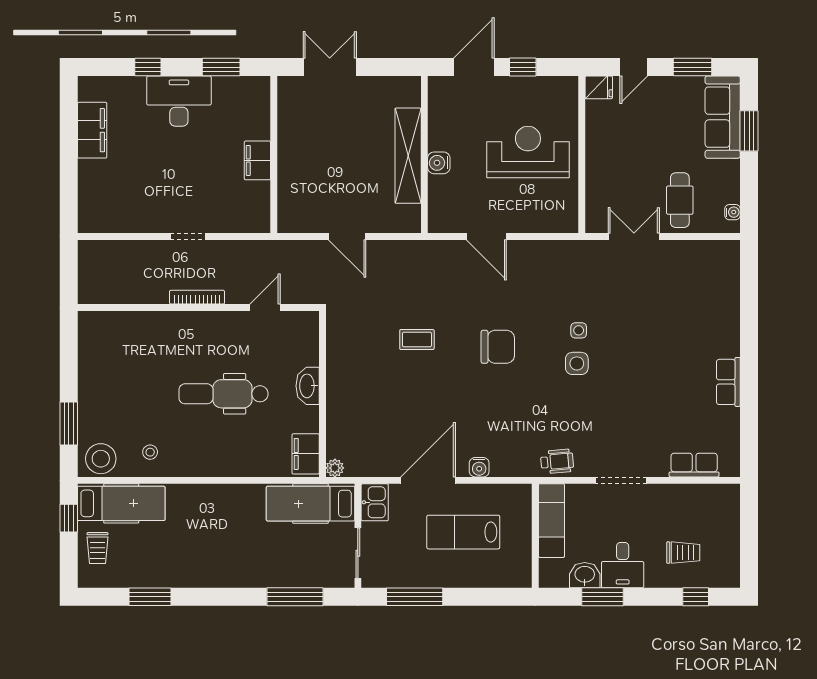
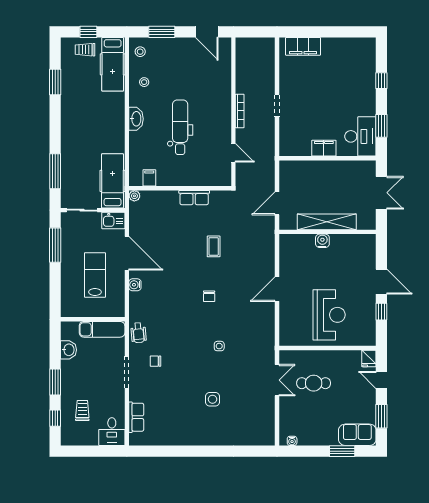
desk: (179, 101) -> (360, 136), moved
sofa: (723, 117) -> (357, 435), width x0.73
filing cabinet: (92, 130) -> (303, 46), moved
wall: (424, 155) -> (328, 232), moved
shelving: (408, 156) -> (327, 222), moved
water cooler: (439, 163) -> (322, 241), moved
cafe table: (680, 200) -> (314, 383), moved
chair: (498, 347) -> (209, 296), width x0.54, depth x0.54
door: (69, 351) -> (207, 32), added
side table: (577, 363) -> (213, 399), moved
row of seats: (728, 382) -> (194, 198), moved, turned 180
washbasin: (308, 386) -> (136, 119), moved, turned 90
chair: (603, 434) -> (155, 361), added
filing cabinet: (306, 454) -> (149, 178), width x0.50
stool: (101, 459) -> (140, 52), width x0.53, depth x0.53
window: (69, 518) -> (88, 32), moved
trolley: (683, 553) -> (82, 410), turned 180
desk: (623, 565) -> (112, 432), moved, turned -90
window: (603, 597) -> (55, 382), moved

